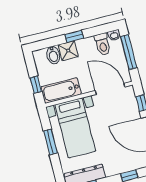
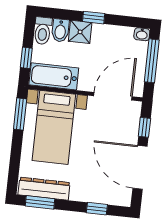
toilet: (102, 44) -> (43, 31), moved
door: (110, 89) -> (113, 96), hinge flipped
window: (50, 142) -> (20, 114), moved

